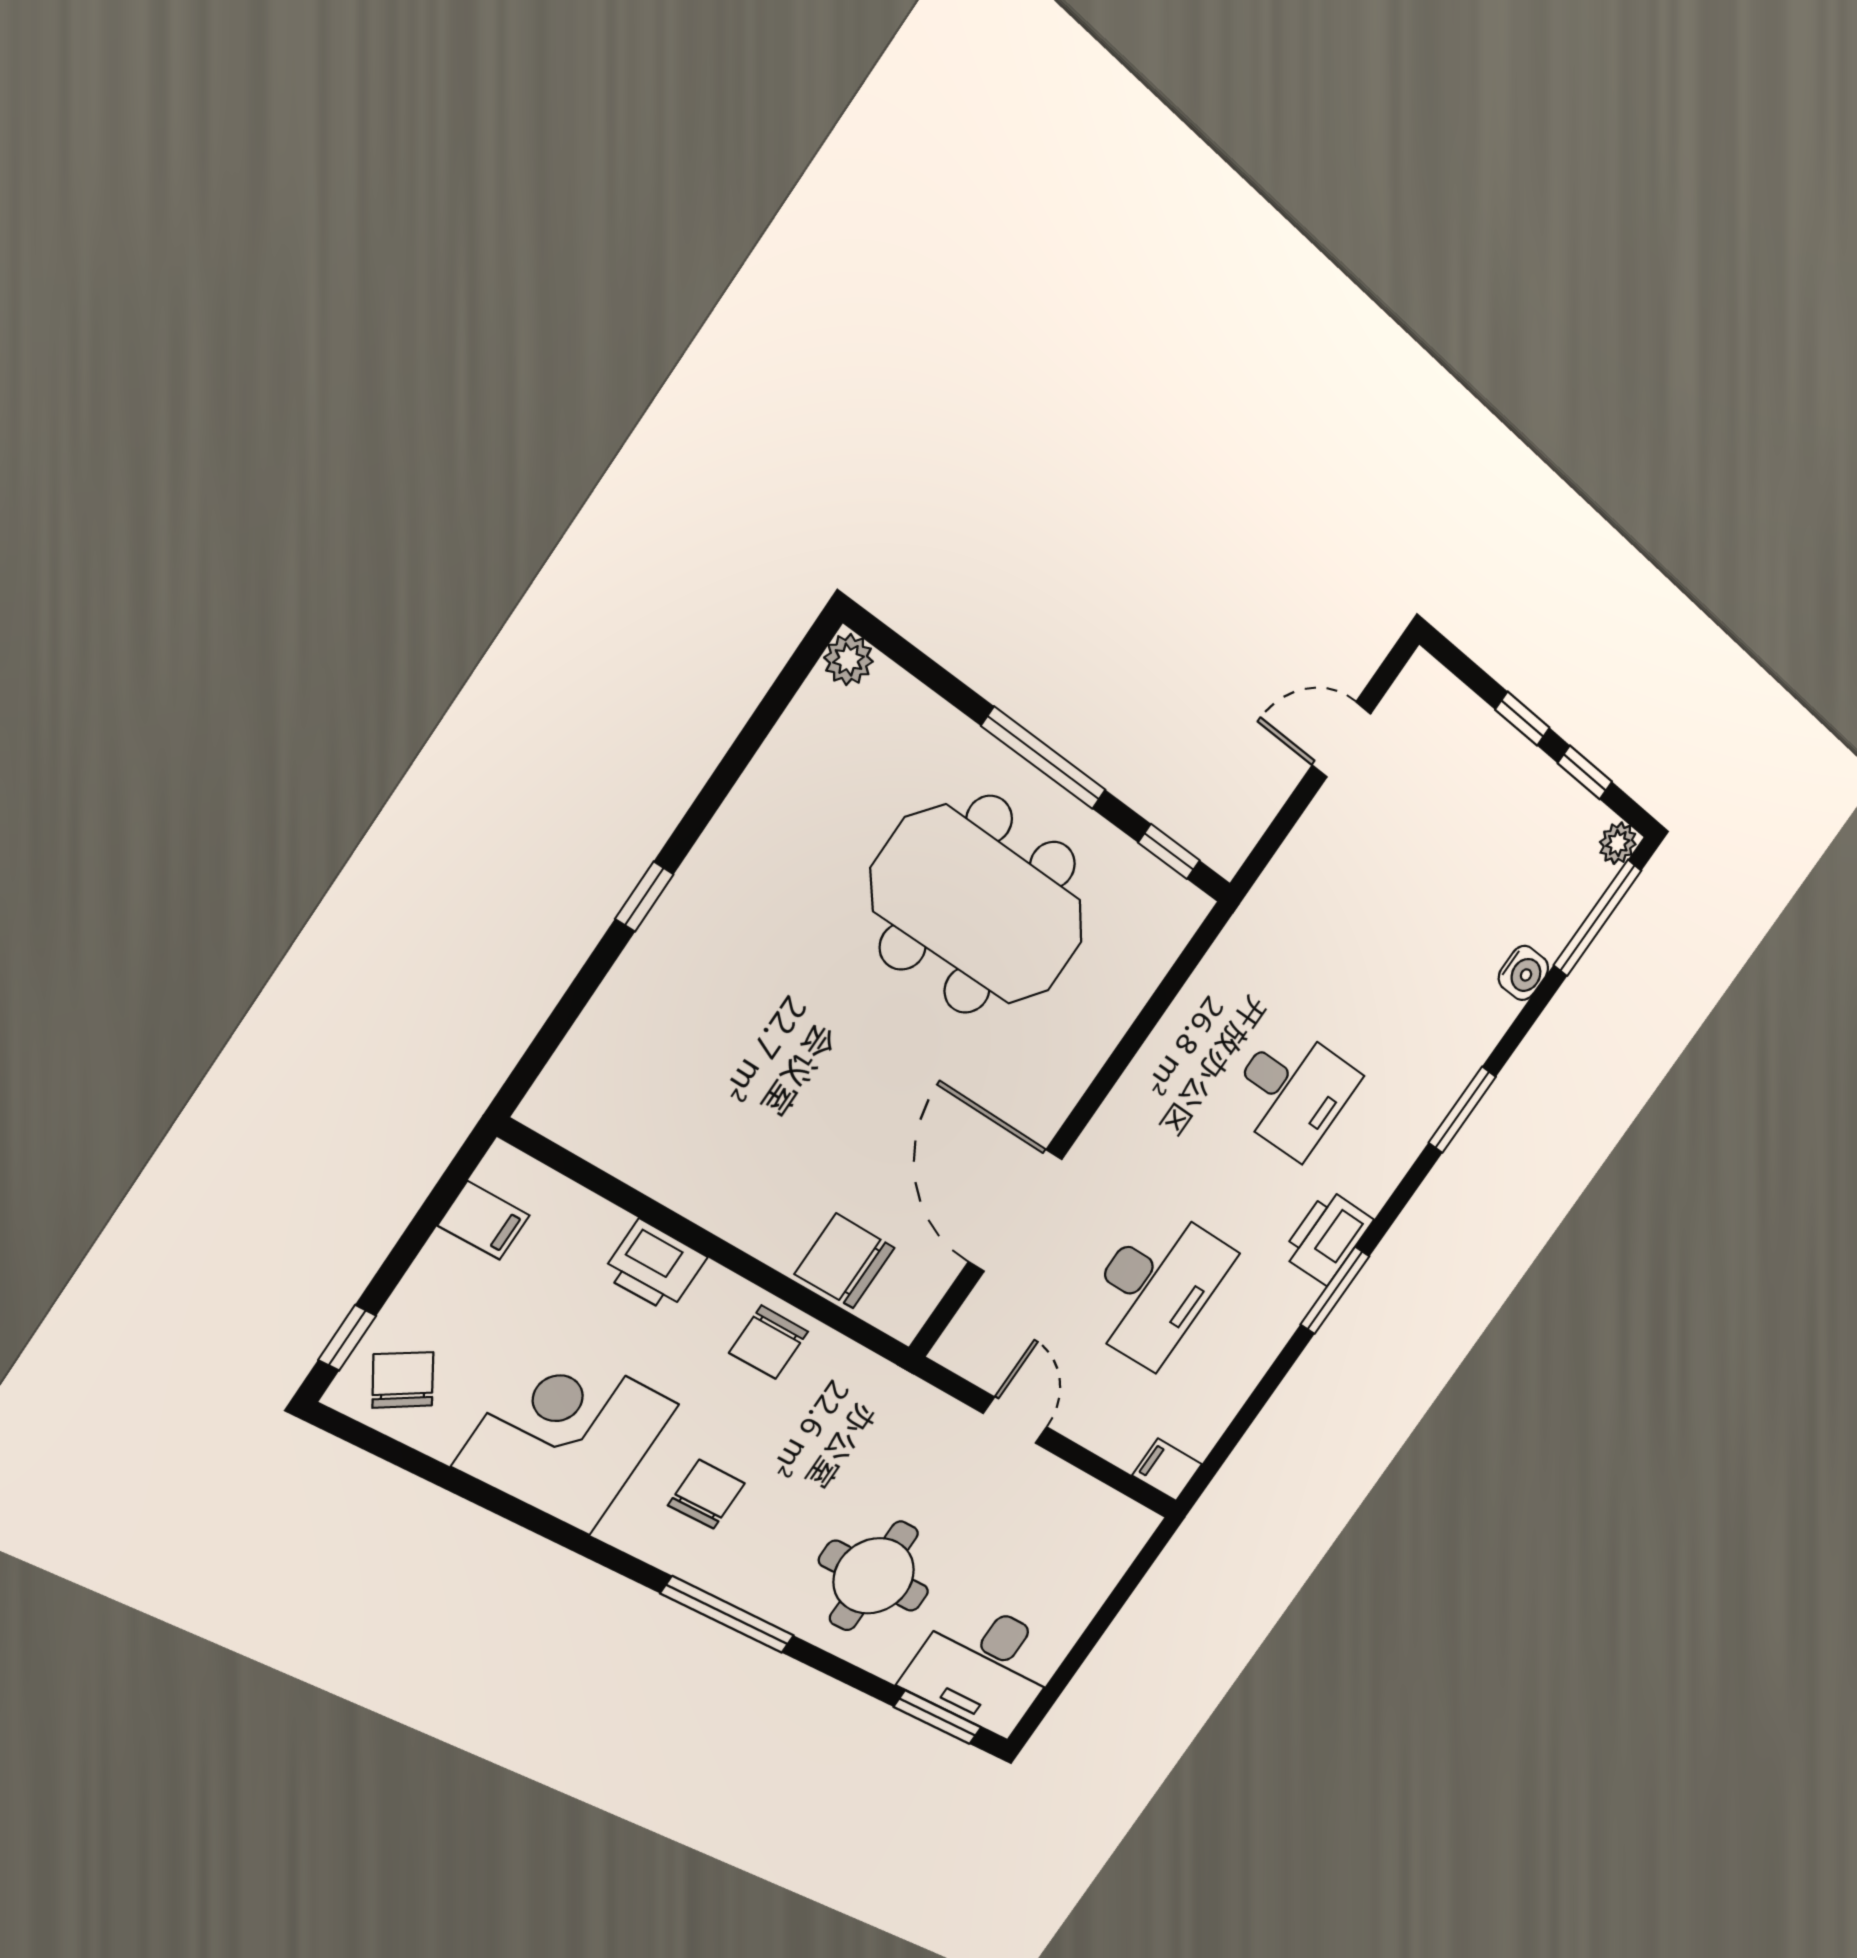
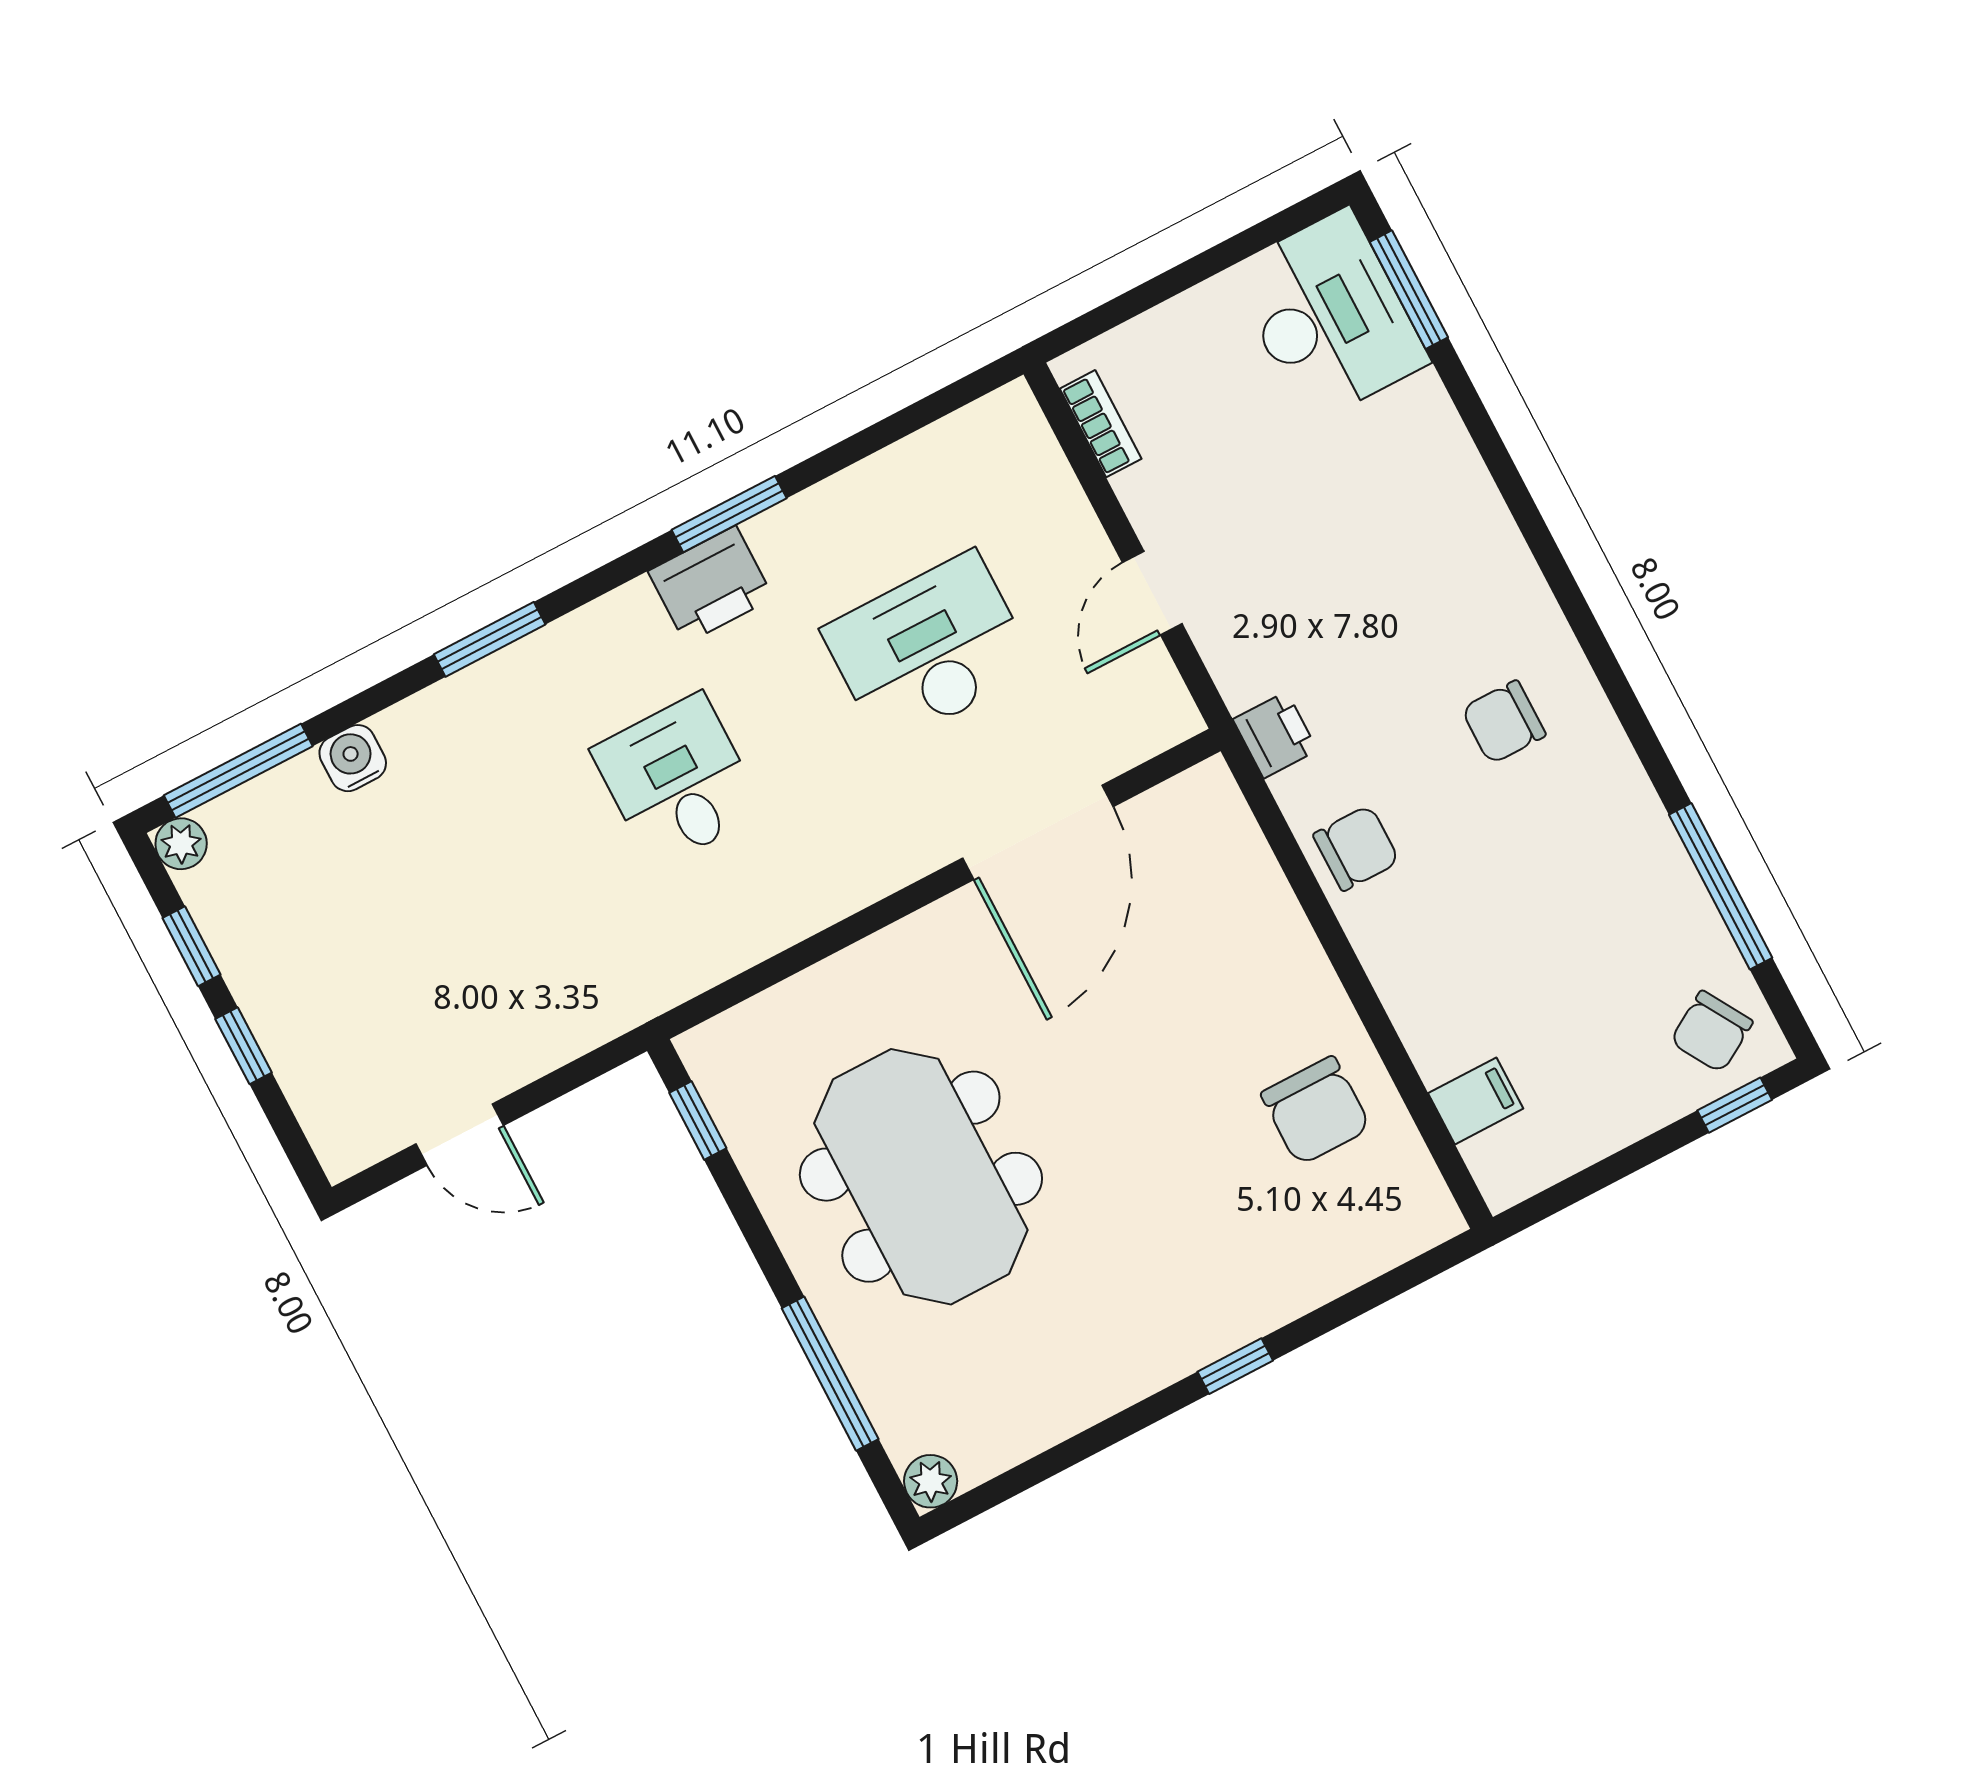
window: (1044, 758) -> (830, 1374), moved
filing cabinet: (484, 1220) -> (1476, 1101), moved, turned 90
chair: (845, 1261) -> (1316, 1111), moved
printer: (654, 1266) -> (1275, 735), moved, width x0.73, depth x0.81
corner desk: (566, 1435) -> (1599, 877), removed
filing cabinet: (1167, 1470) -> (1016, 420), removed
bookcase: (1108, 1504) -> (1101, 424), added
round table: (874, 1576) -> (1388, 511), removed
window: (728, 1615) -> (1721, 886), moved

